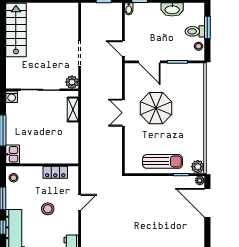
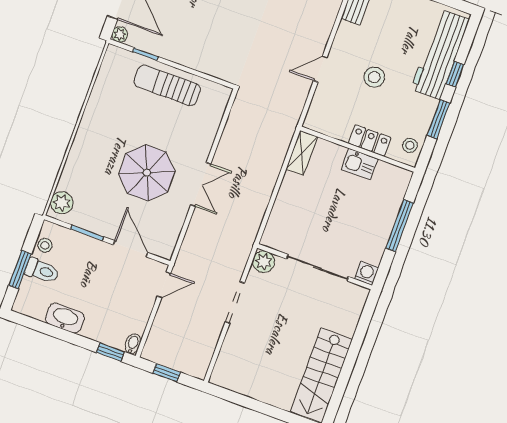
door: (123, 49) -> (164, 285), hinge flipped
shelving: (73, 110) -> (302, 153), moved
kitchen sink: (13, 154) -> (360, 164), moved, turned -90
plant: (198, 167) -> (62, 203), moved
locker: (55, 172) -> (370, 141), moved

